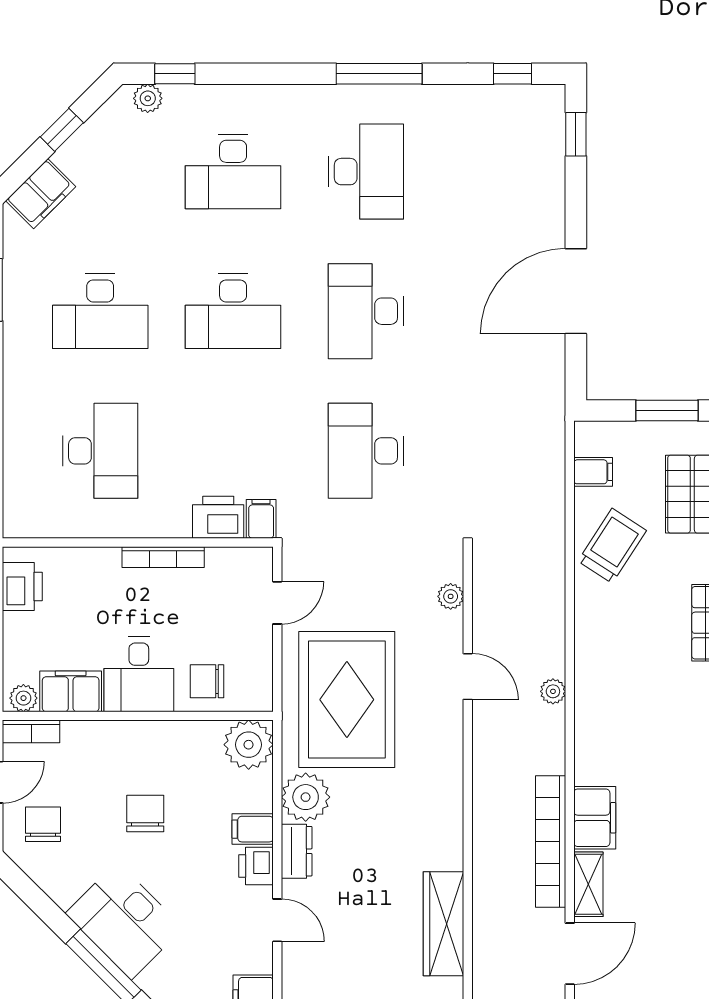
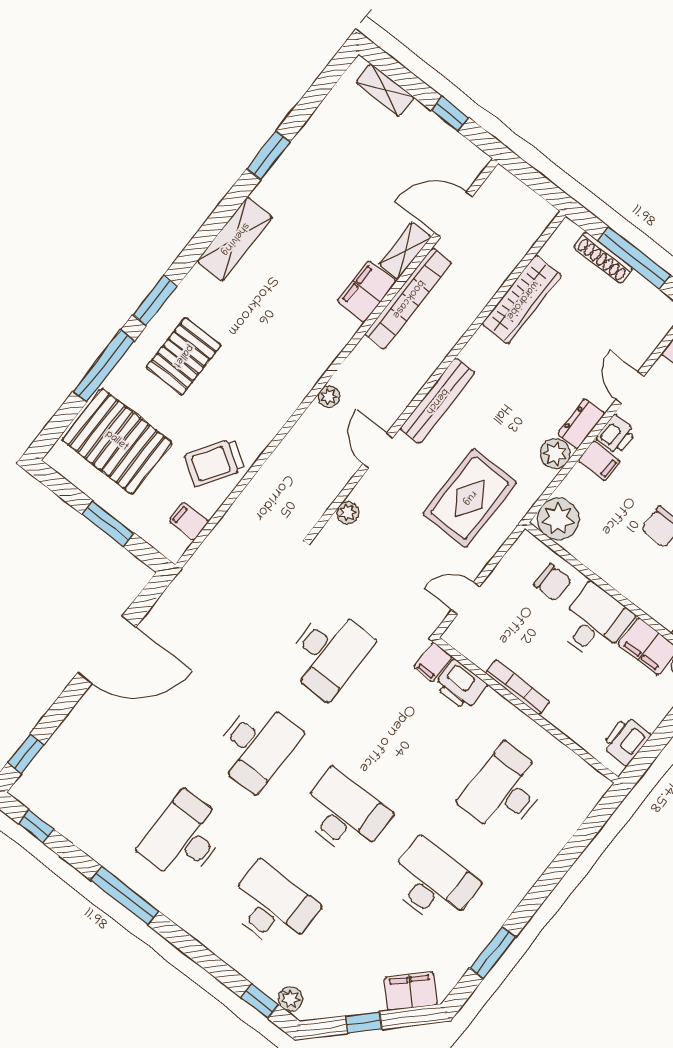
rug: (347, 700) -> (470, 498), width x0.73, depth x0.69
bench: (449, 767) -> (437, 401), added
plant: (306, 797) -> (555, 454), width x0.73, depth x0.73

